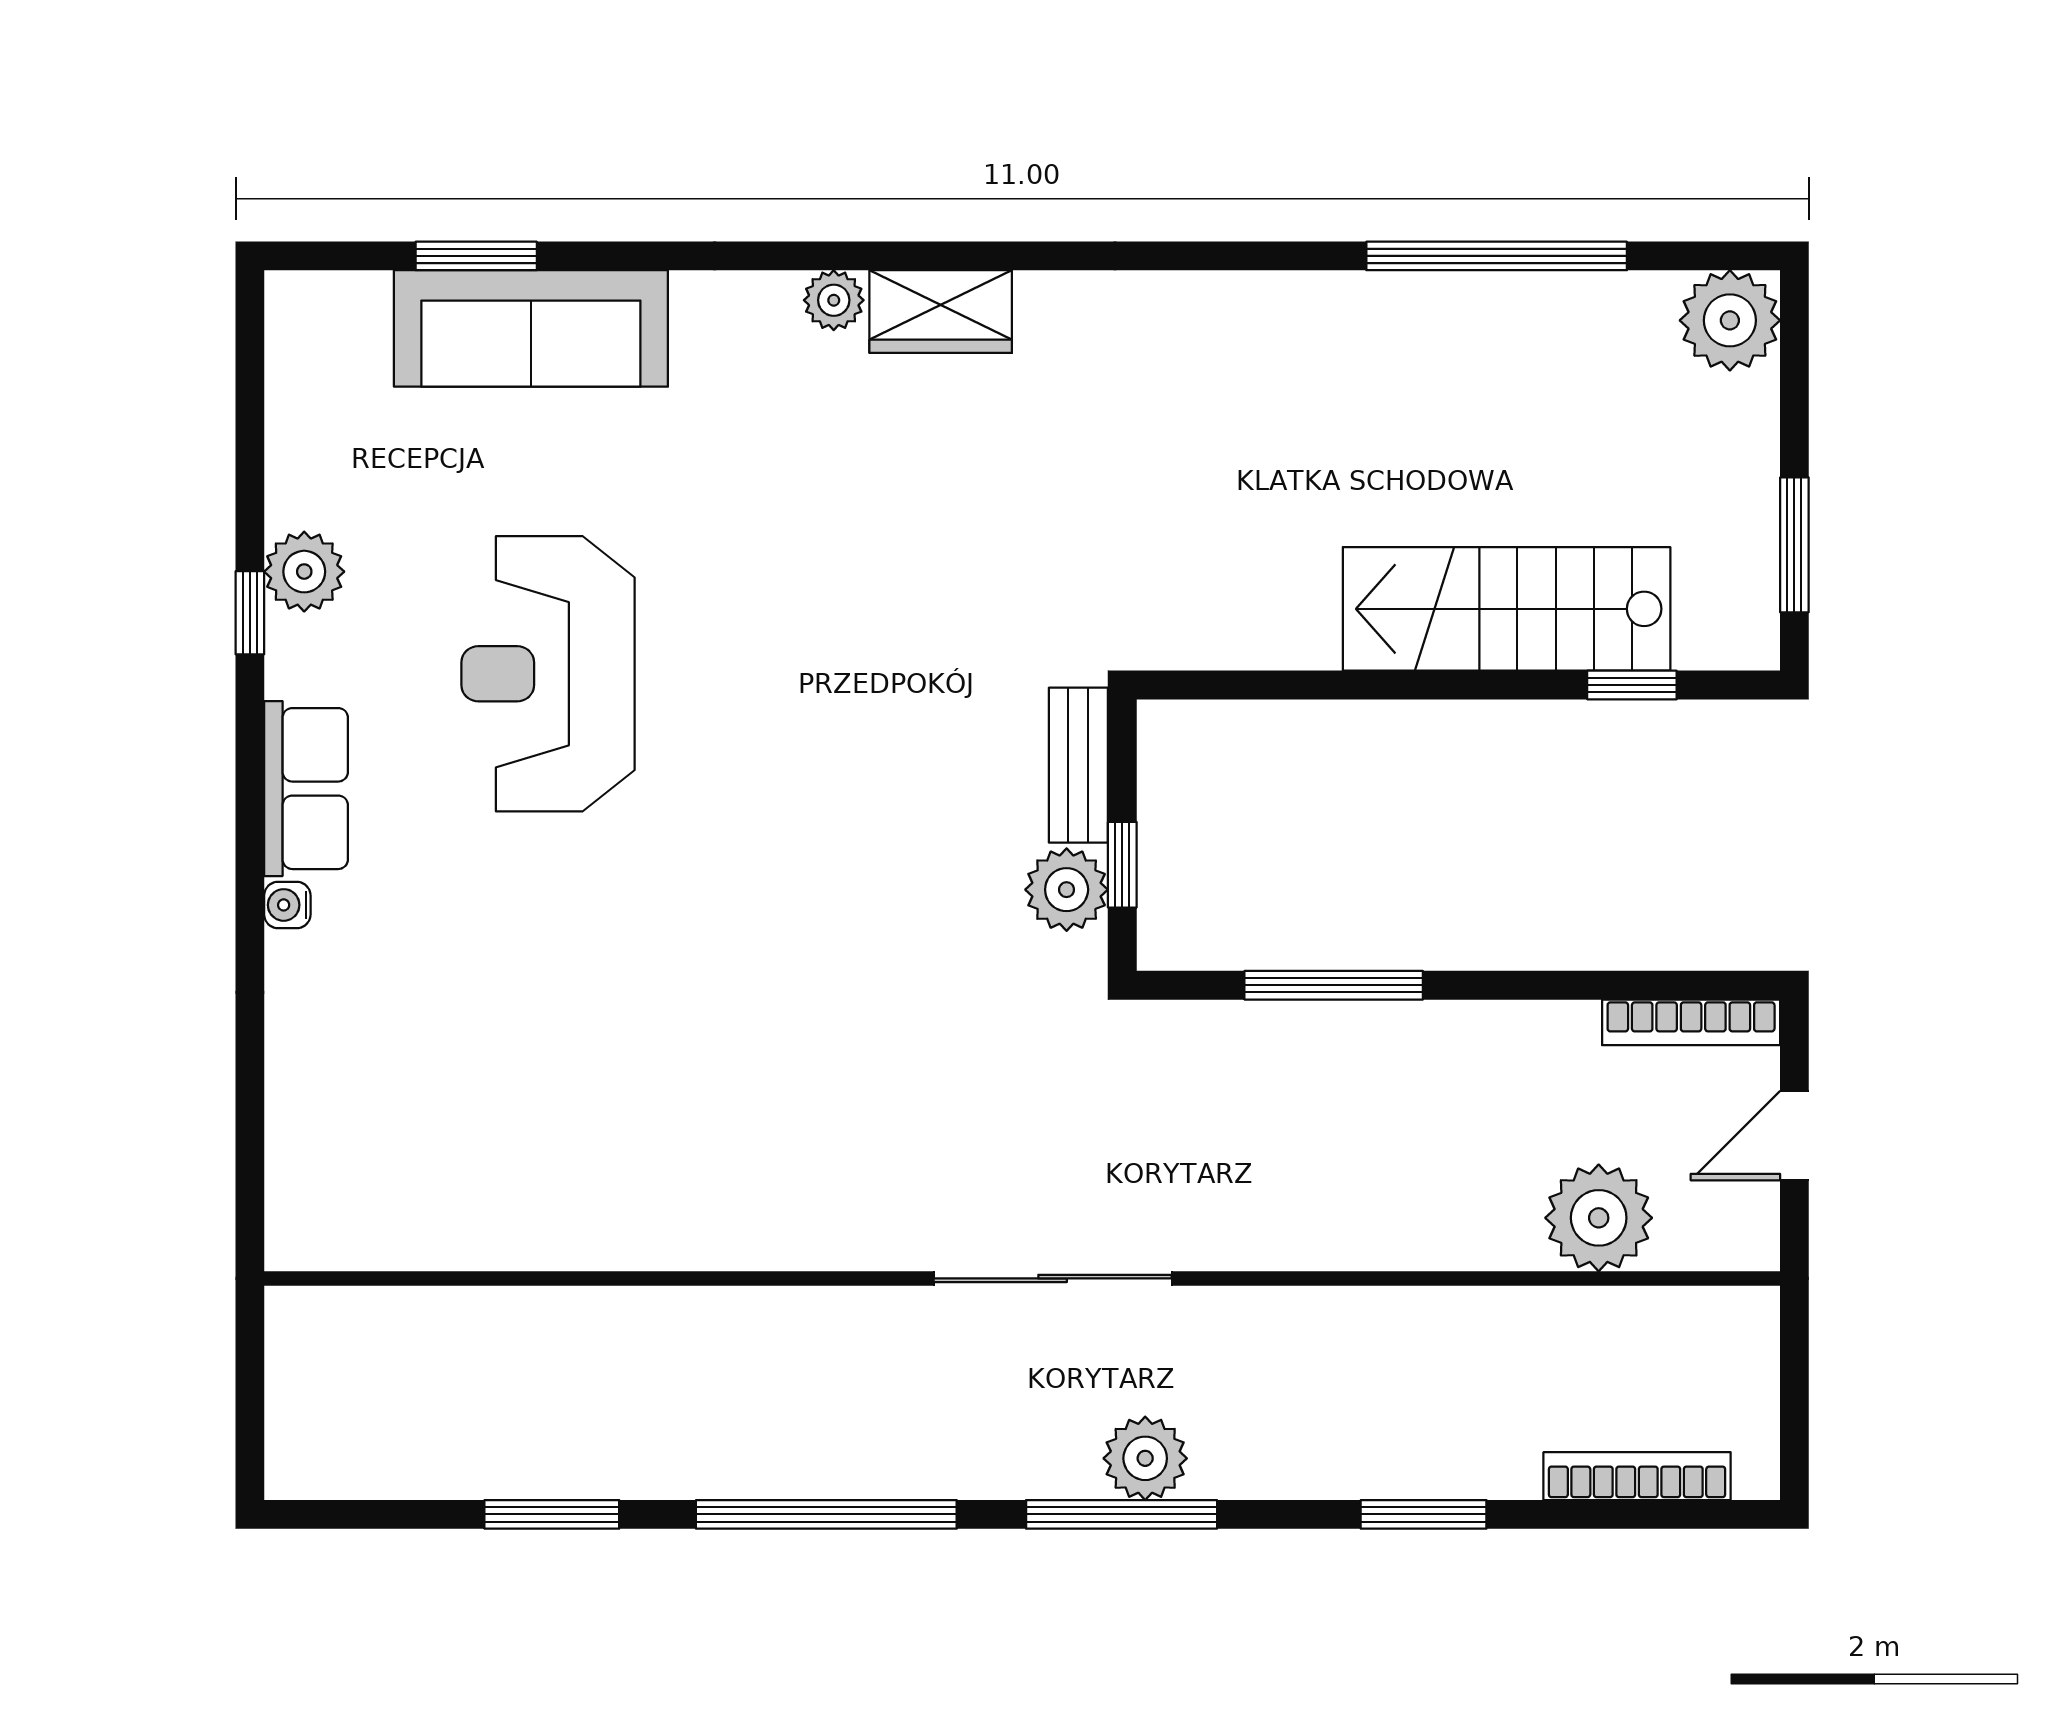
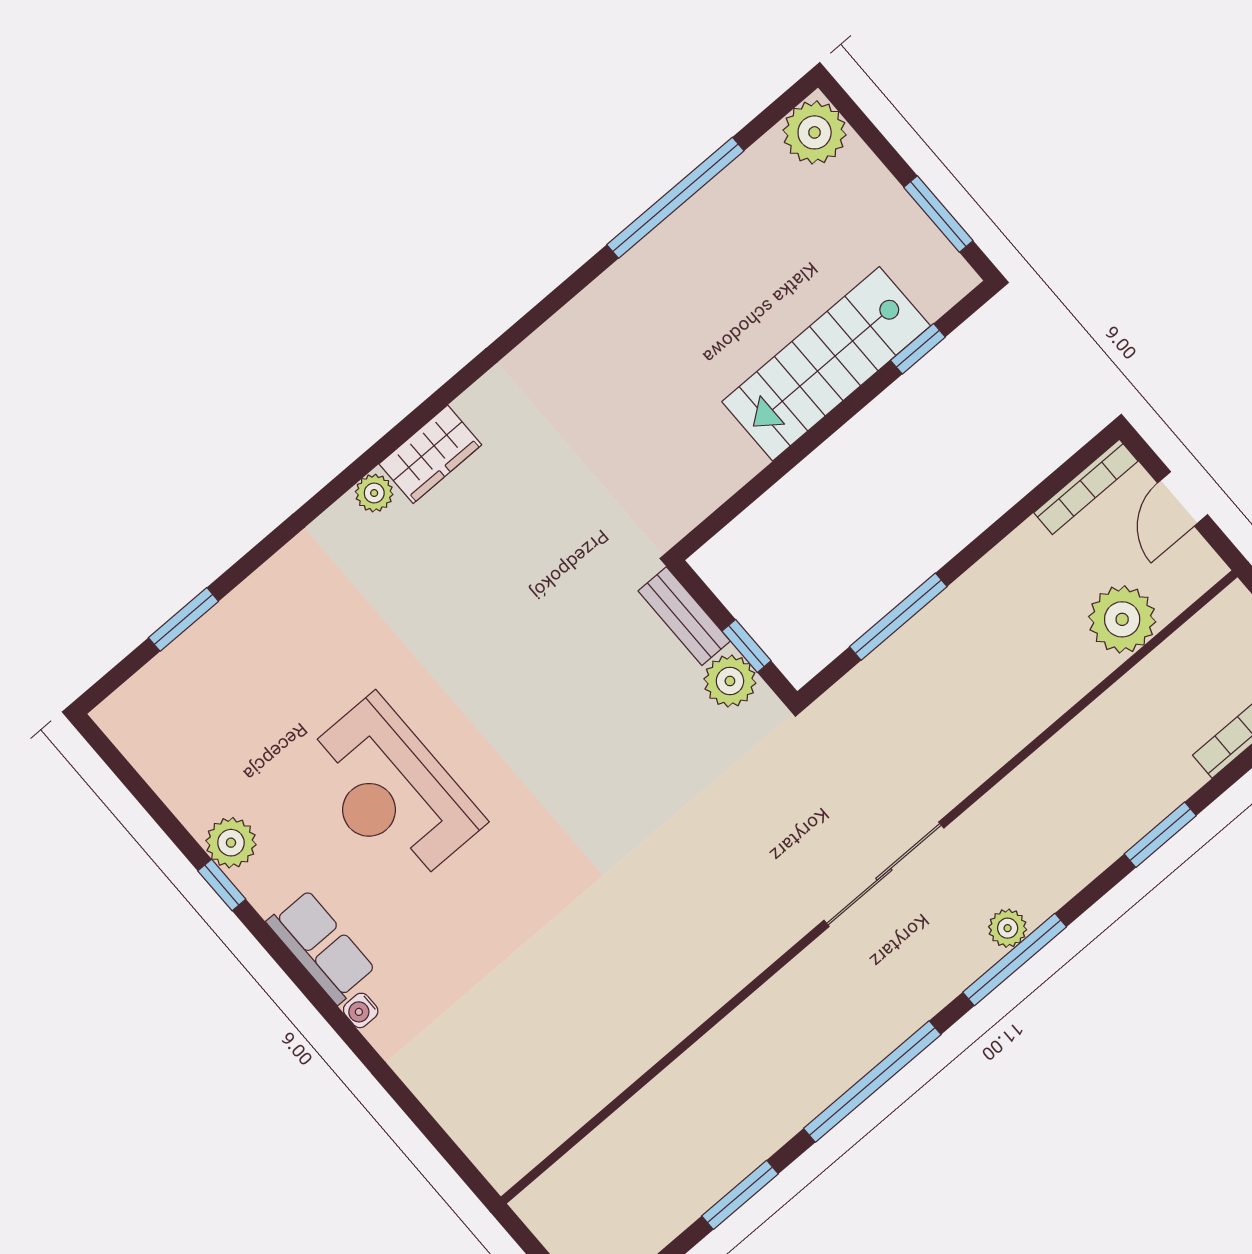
sofa: (531, 328) -> (240, 632), removed
plant: (1145, 1458) -> (1008, 928), width x0.73, depth x0.73

